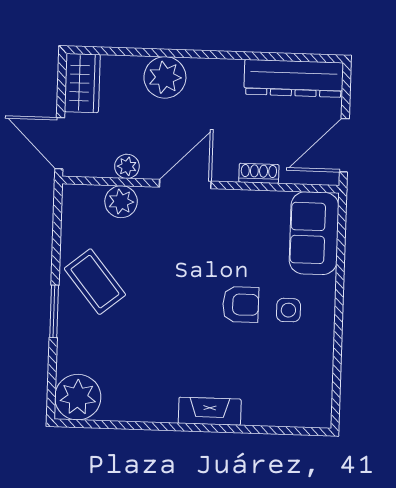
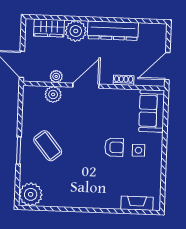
dresser: (294, 78) -> (113, 31), moved
wardrobe: (82, 83) -> (49, 28), moved, turned 90
coffee table: (95, 282) -> (48, 146), moved
fireplace: (210, 411) -> (137, 203), moved

